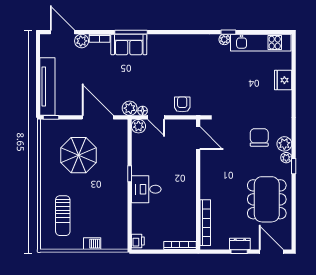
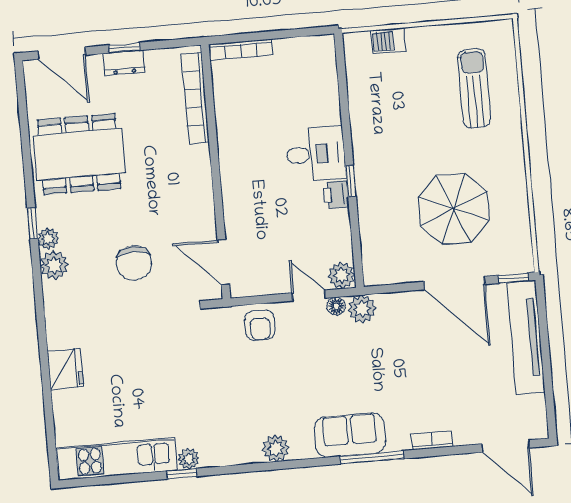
plant: (82, 41) -> (276, 448), moved
sofa: (129, 44) -> (350, 435), moved
fridge: (283, 80) -> (65, 369), moved
door: (98, 117) -> (454, 283), moved
chair: (259, 137) -> (134, 263), moved
dining table: (267, 199) -> (79, 154), turned 90
printer: (138, 241) -> (336, 194), moved
barbecue: (92, 244) -> (388, 41), moved

